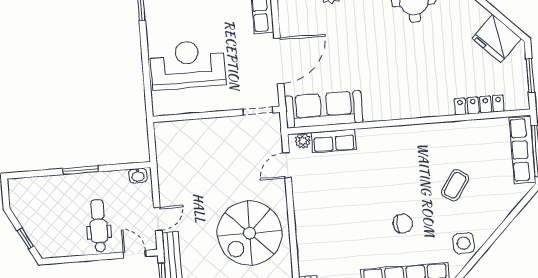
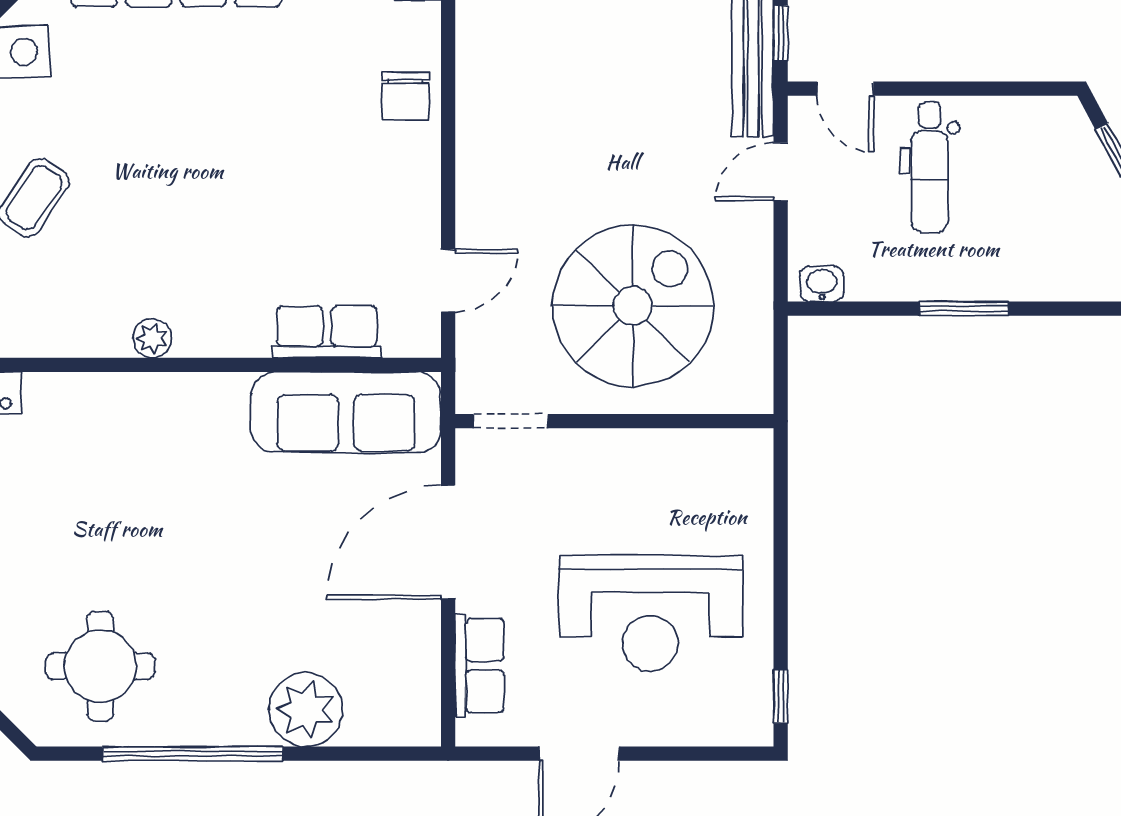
reception desk: (188, 65) -> (650, 613), moved
plant: (303, 141) -> (152, 338), moved
chair: (403, 224) -> (405, 96), moved, turned -90
spiral stairs: (250, 233) -> (633, 306), moved

